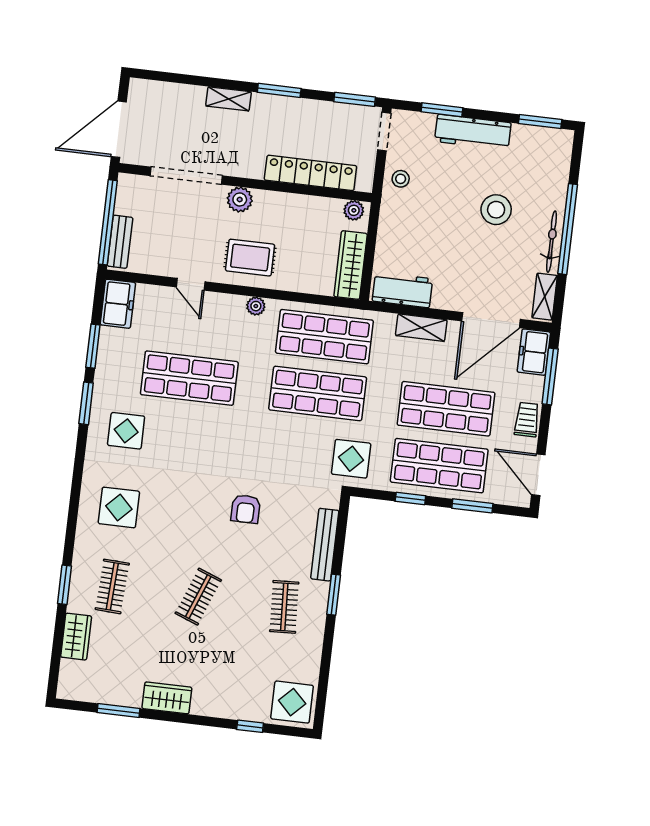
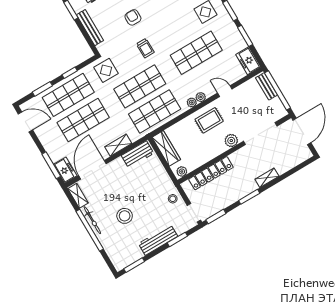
plant: (235, 304) -> (201, 97), added
trolley: (527, 420) -> (145, 48), moved

